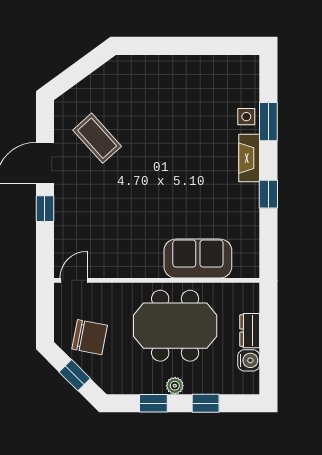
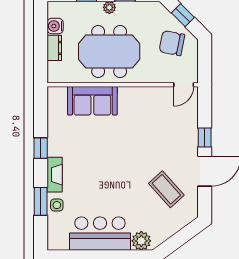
plant: (131, 68) -> (141, 241), added
bar counter: (188, 78) -> (100, 234), added

